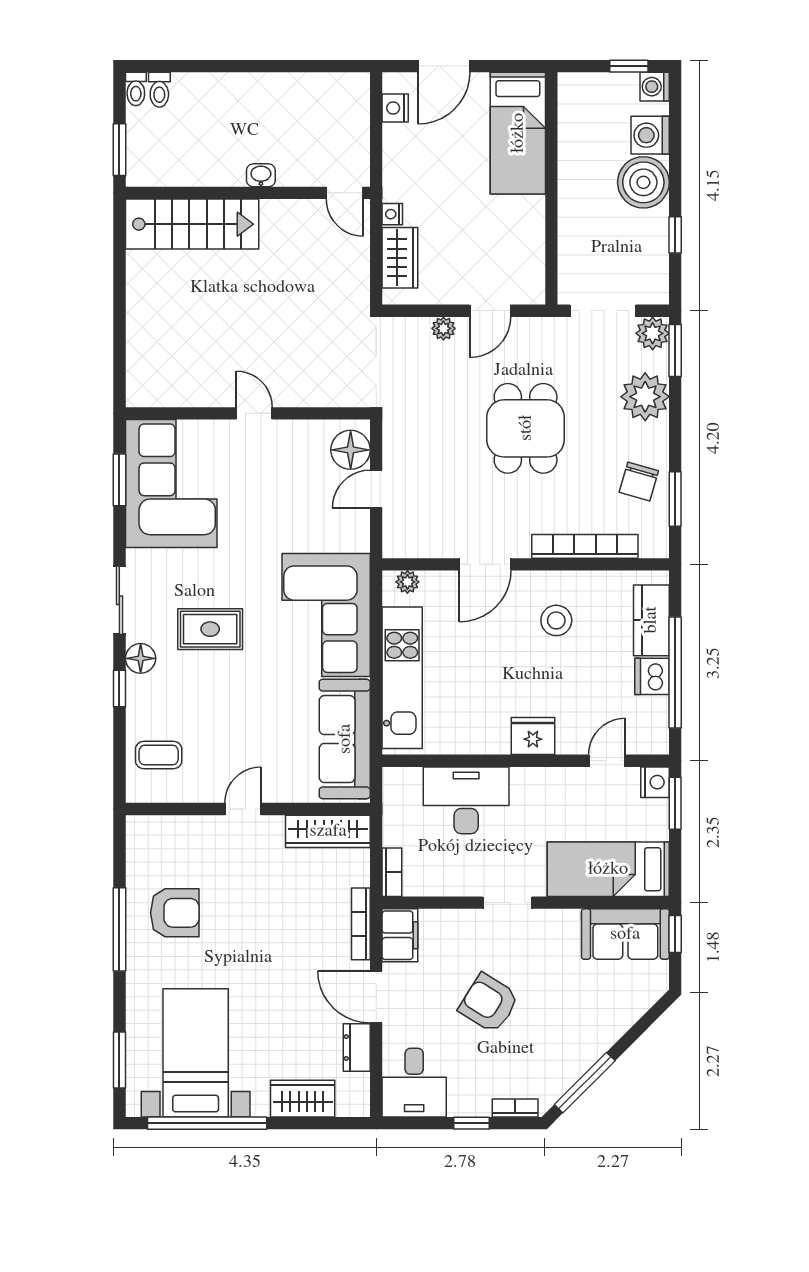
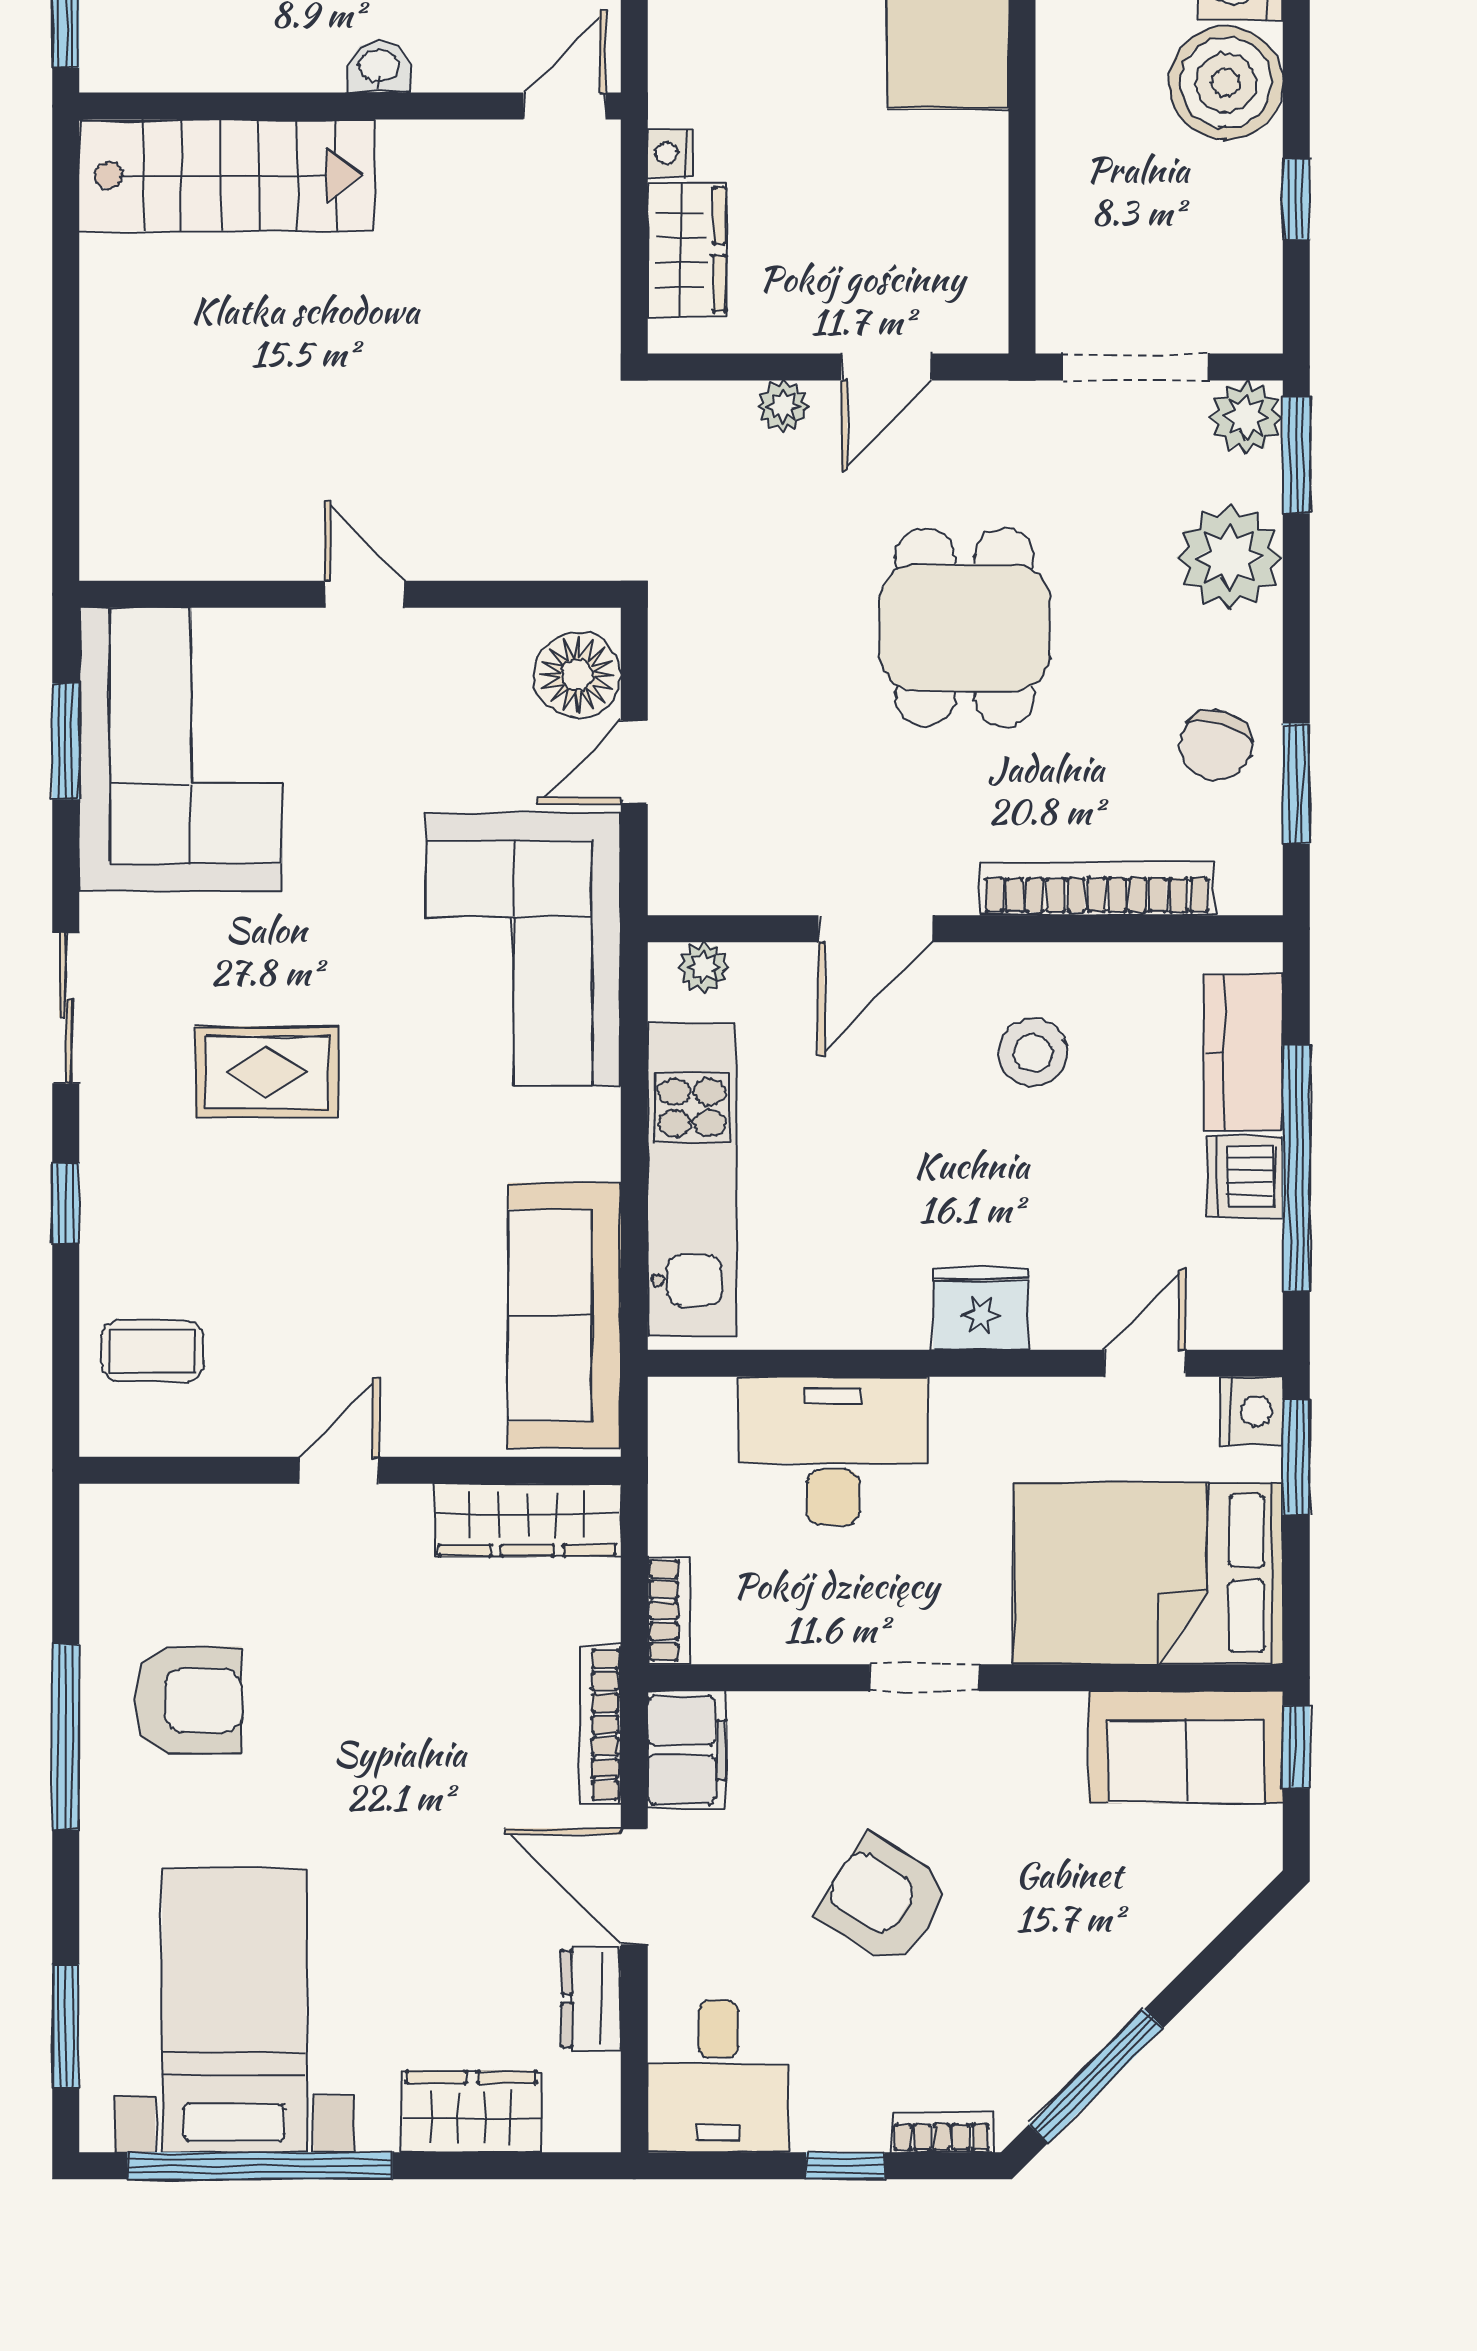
door: (345, 193) -> (565, 106), swing flipped
corner sofa: (326, 615) -> (523, 949), moved
floor lamp: (141, 658) -> (112, 1137), removed
bed: (608, 869) -> (1148, 1573), width x1.50

